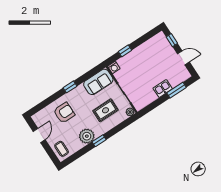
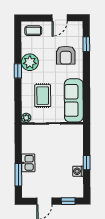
window: (125, 51) -> (87, 163), moved
washing machine: (114, 67) -> (78, 171), moved
sofa: (98, 82) -> (74, 100), width x1.36
window: (70, 87) -> (86, 44), moved
door: (39, 135) -> (60, 18), hinge flipped

